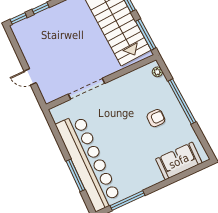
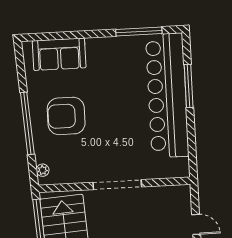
doorway: (87, 89) -> (117, 185), moved
armchair: (156, 118) -> (66, 116), width x1.88, depth x1.88

